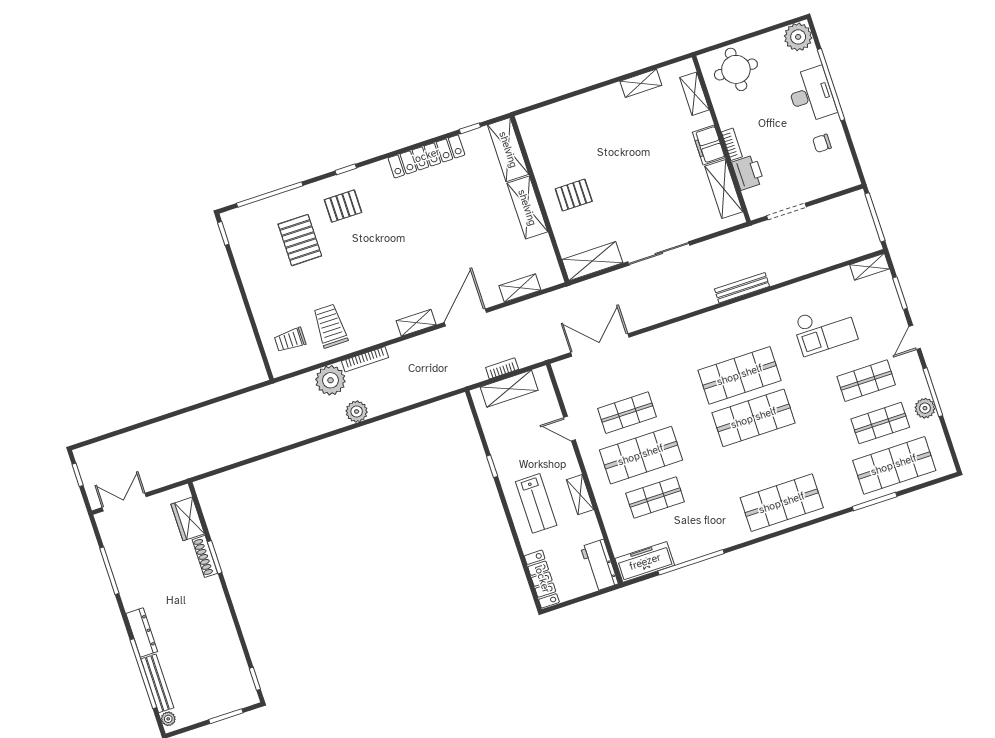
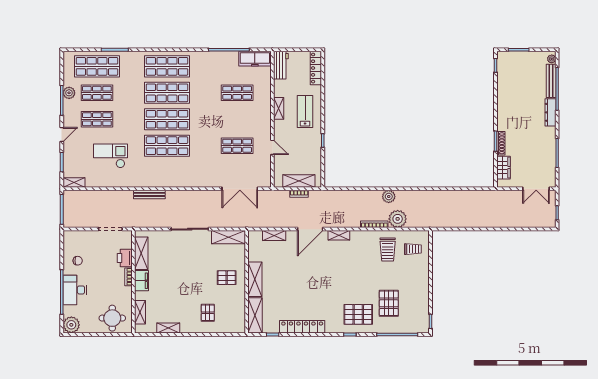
pallet: (585, 129) -> (208, 313), added
pallet: (343, 206) -> (358, 314), width x1.50, depth x1.42
shop shelf: (641, 455) -> (167, 93), moved

